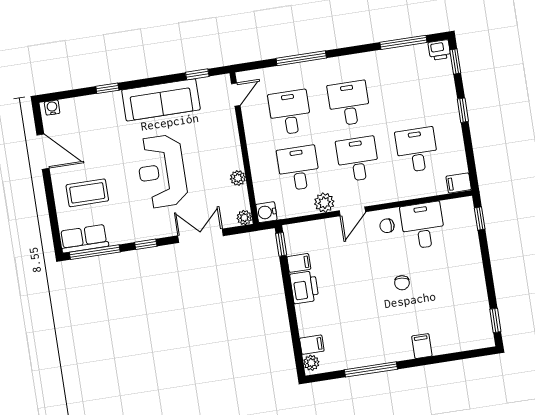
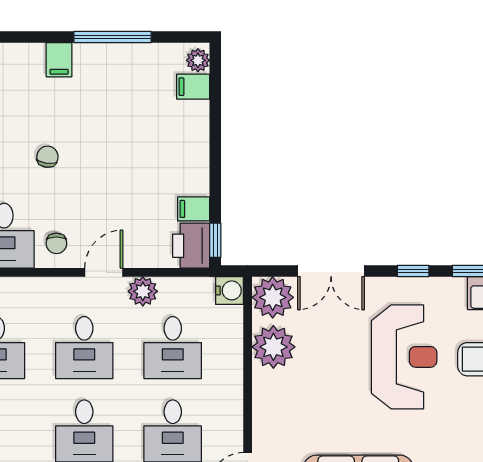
reception desk: (162, 171) -> (404, 357), moved
plant: (238, 178) -> (273, 347), width x1.87, depth x1.87
plant: (244, 218) -> (273, 297), width x1.87, depth x1.87
chair: (387, 226) -> (56, 243), turned 90
printer: (304, 287) -> (191, 246), moved
filing cabinet: (422, 346) -> (59, 60), moved

